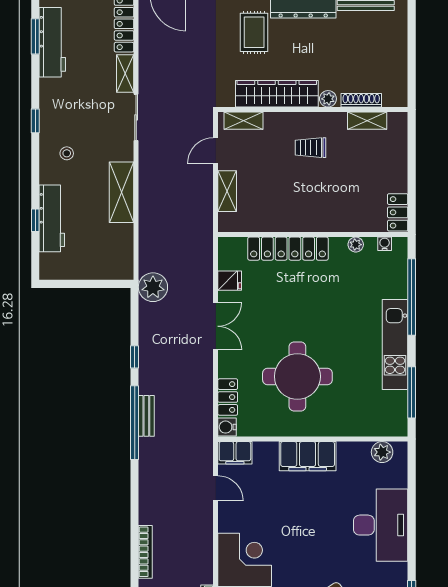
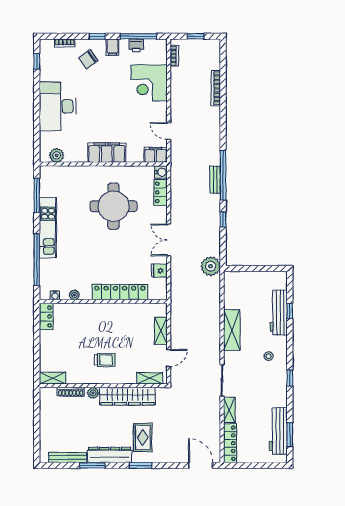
shelving: (367, 121) -> (53, 378), moved

